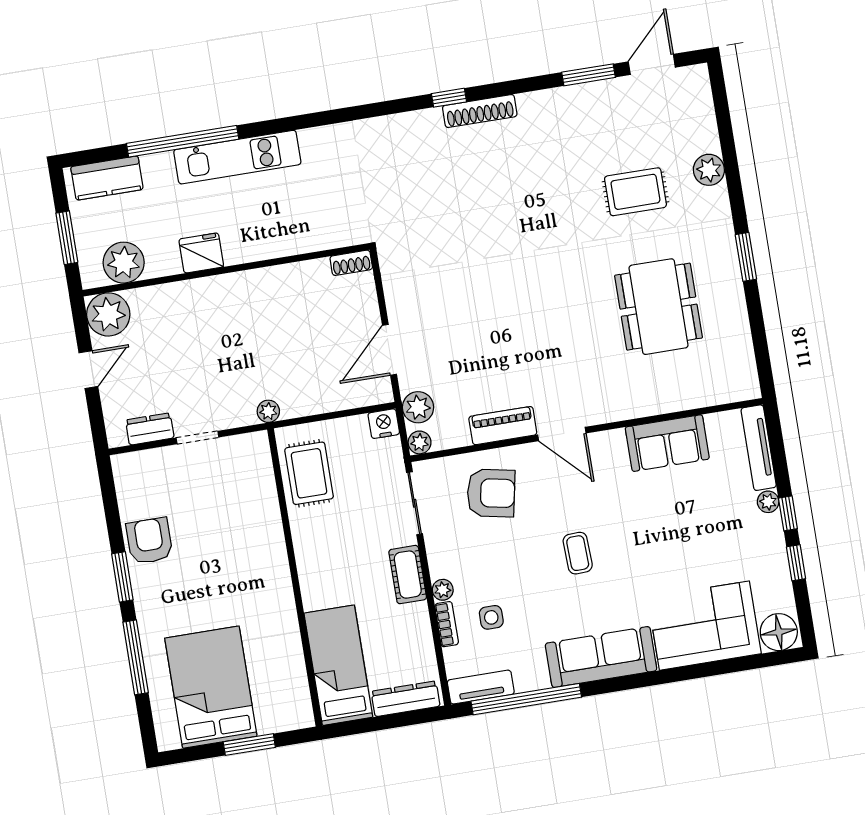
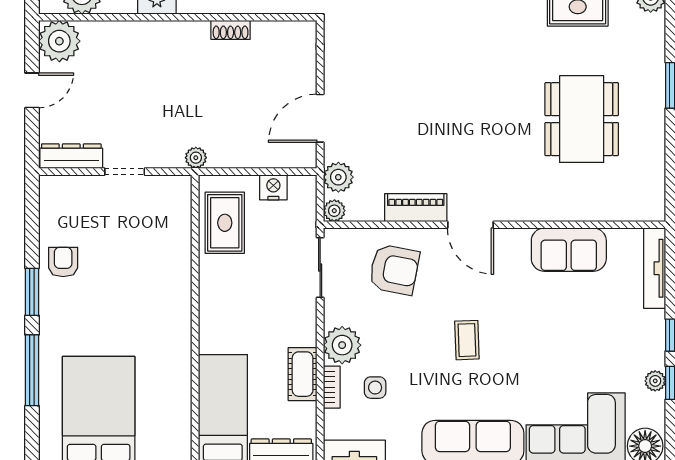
shoe rack: (351, 263) -> (231, 30), moved
nightstand: (384, 424) -> (273, 187), moved
dresser: (150, 429) -> (71, 156), width x1.44
plant: (768, 502) -> (655, 381), moved
armchair: (149, 541) -> (63, 262), width x0.72, depth x0.72
cot: (408, 575) -> (303, 374), moved
plant: (443, 590) -> (342, 345), width x1.88, depth x1.88

